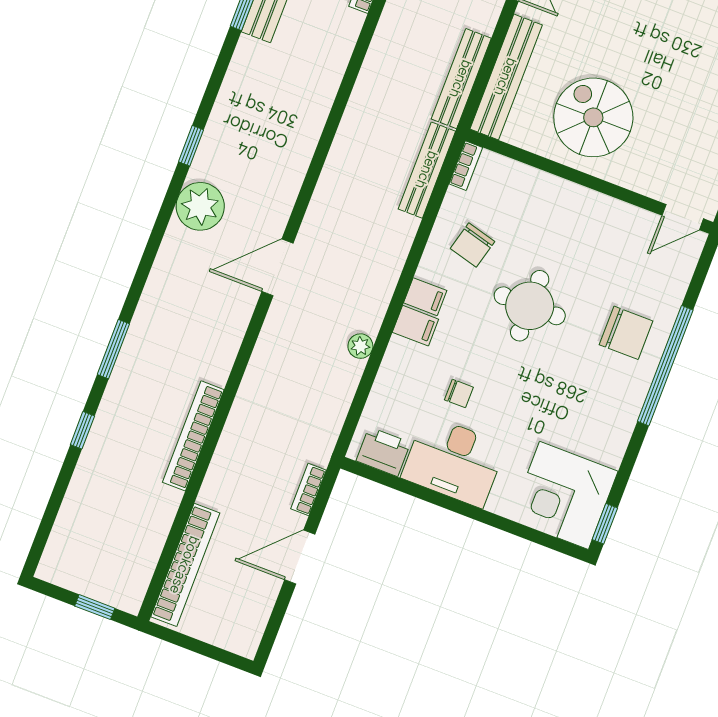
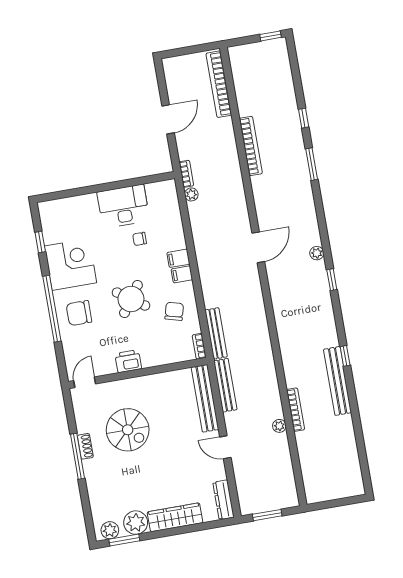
spiral stairs: (593, 117) -> (128, 430), moved
plant: (200, 206) -> (317, 253), width x0.53, depth x0.53
round table: (530, 306) -> (131, 299), turned 35
plant: (360, 346) -> (191, 194), moved
printer: (383, 452) -> (128, 361), moved, turned 180
bookcase: (308, 490) -> (186, 174), moved
corner desk: (564, 495) -> (70, 264), moved
window: (605, 524) -> (40, 242), moved
window: (95, 607) -> (270, 36), moved

